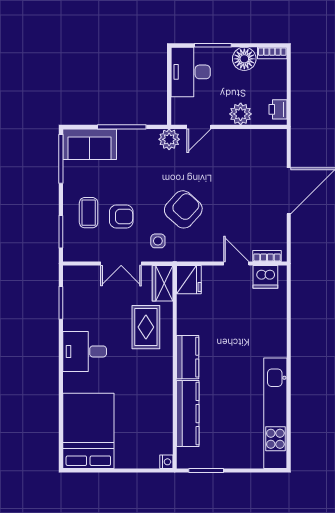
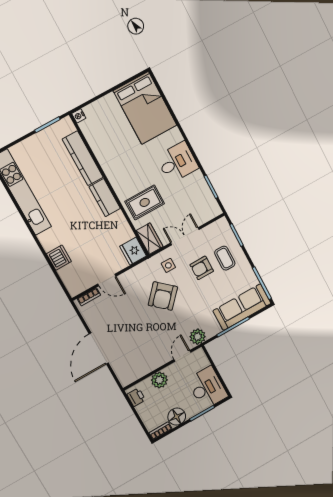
sofa: (90, 144) -> (242, 307), width x1.36
dishwasher: (265, 277) -> (59, 258), moved, turned 90
rug: (146, 327) -> (145, 202), turned 90

